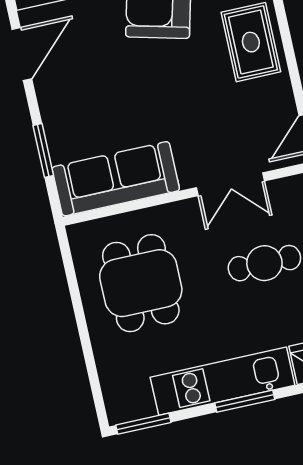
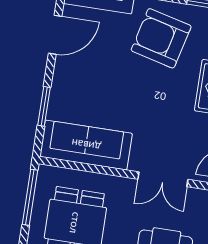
window: (70, 273) -> (30, 197), added

